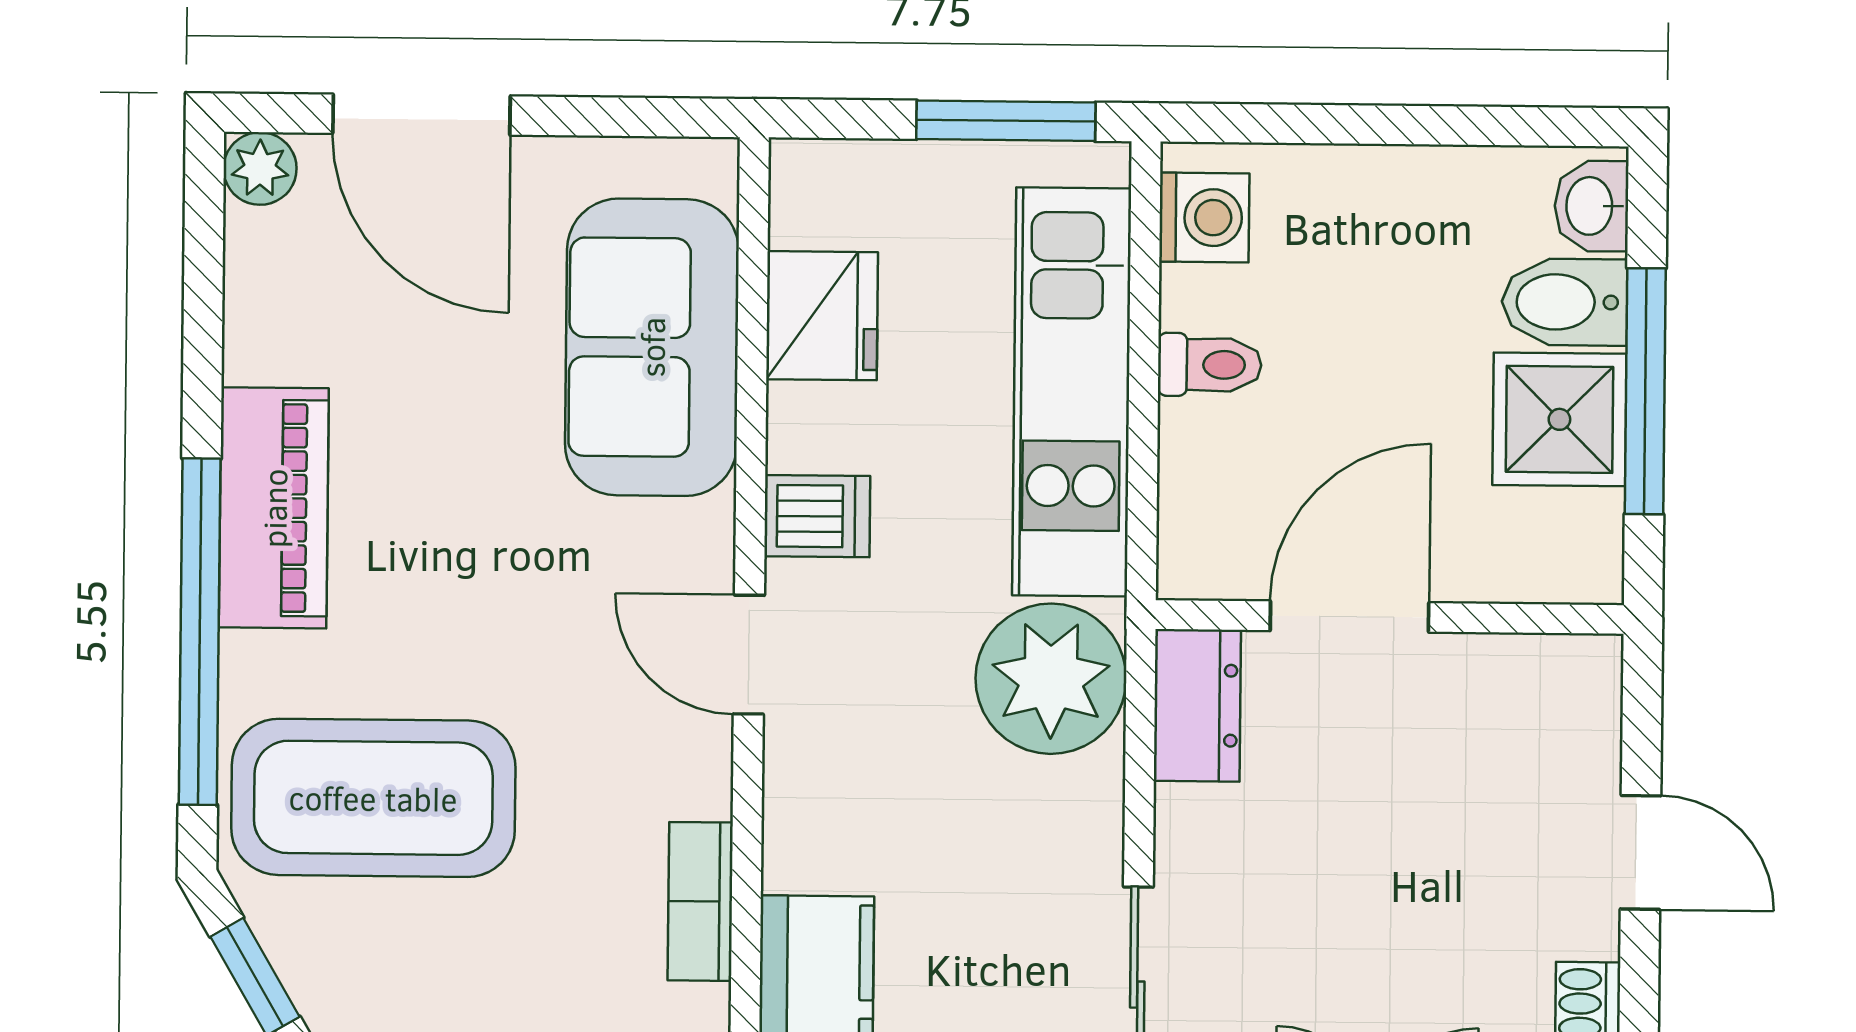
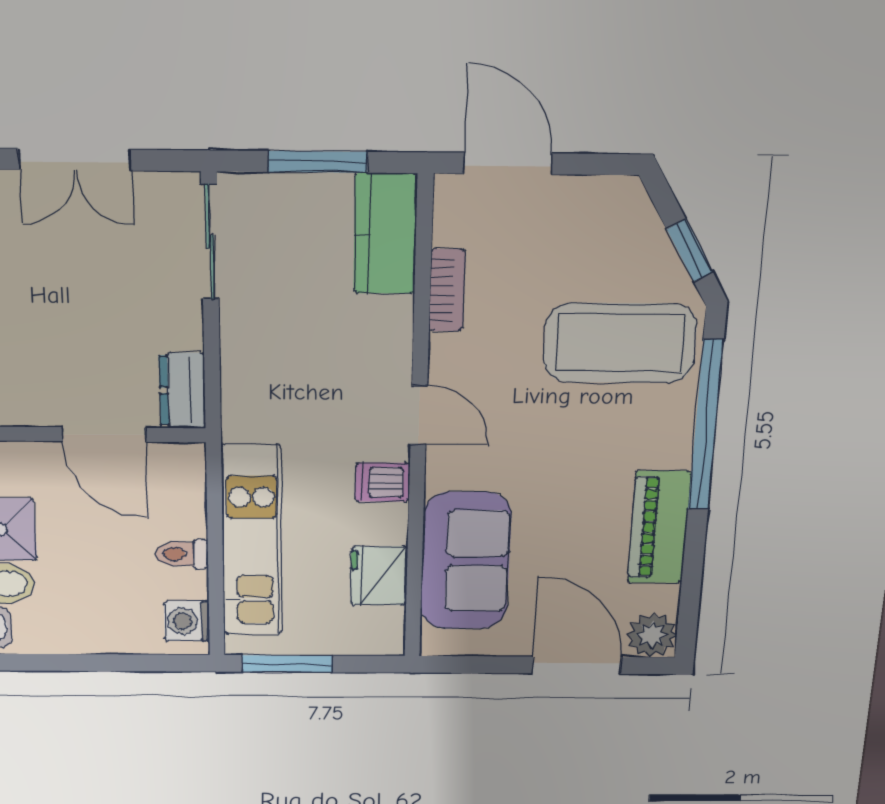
plant: (260, 169) -> (652, 635), width x1.38, depth x1.38
piano: (274, 508) -> (659, 527), moved
door: (1349, 617) -> (104, 435), hinge flipped
plant: (1051, 679) -> (260, 404), removed

